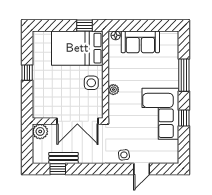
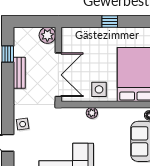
double door: (77, 121) -> (58, 75), swing flipped
bench: (64, 158) -> (19, 73), moved

